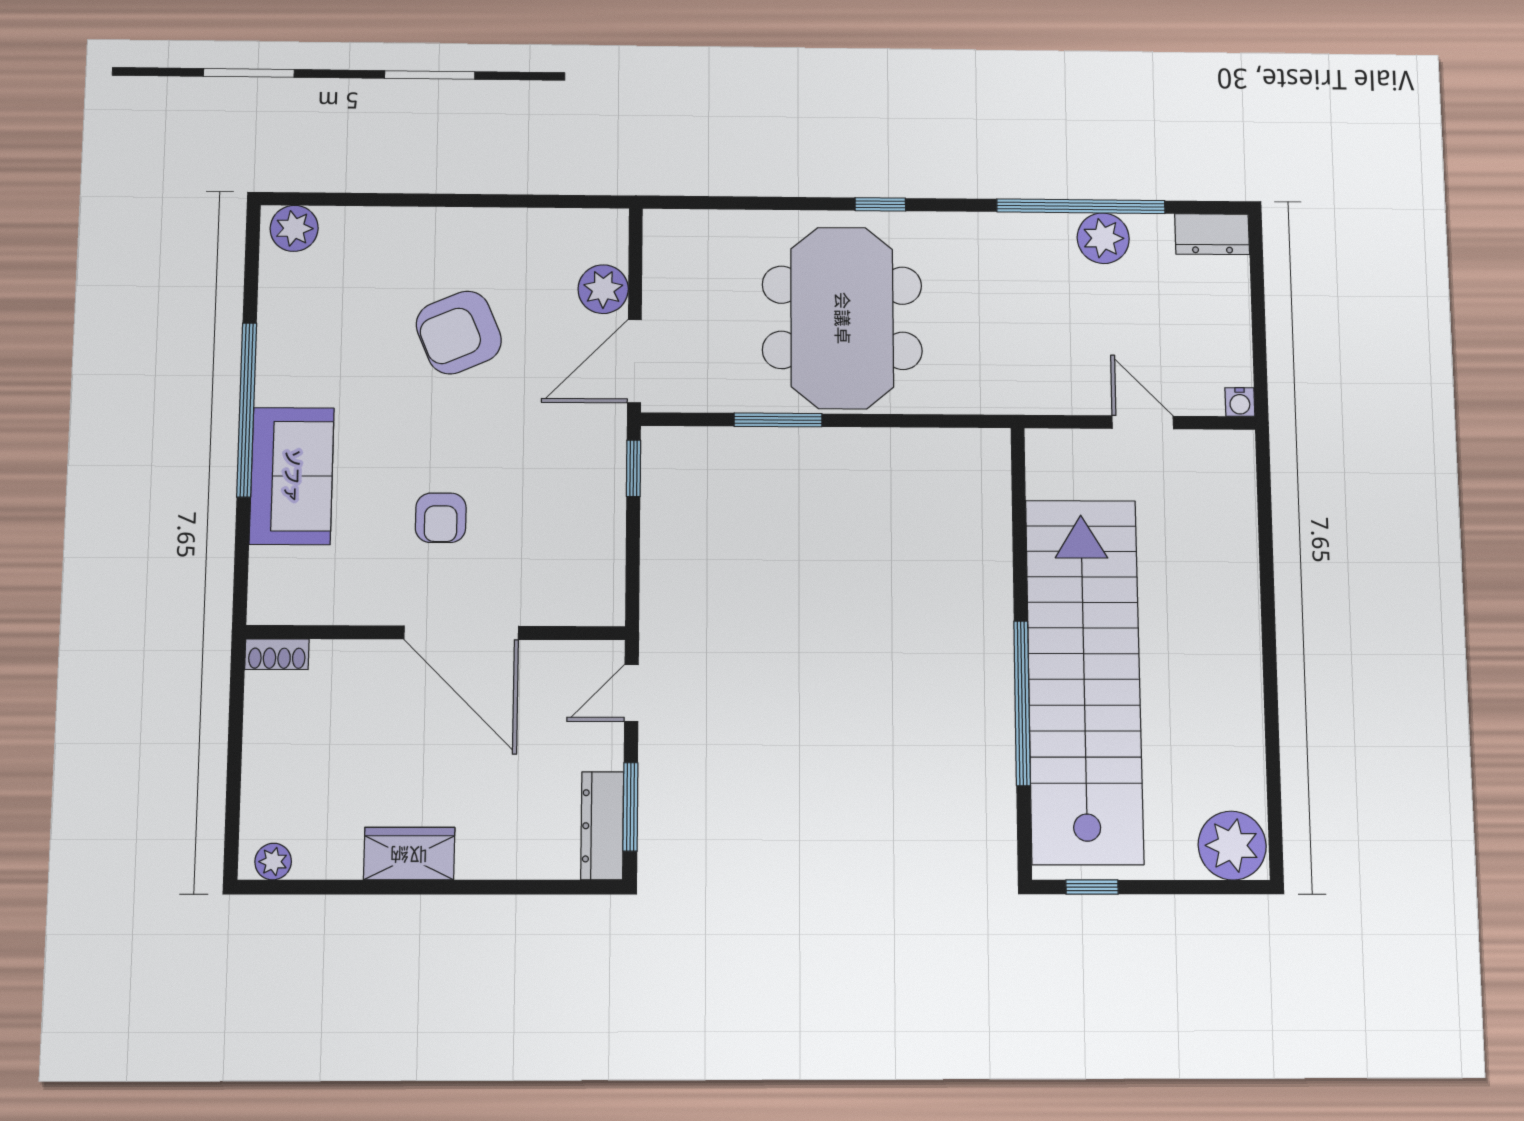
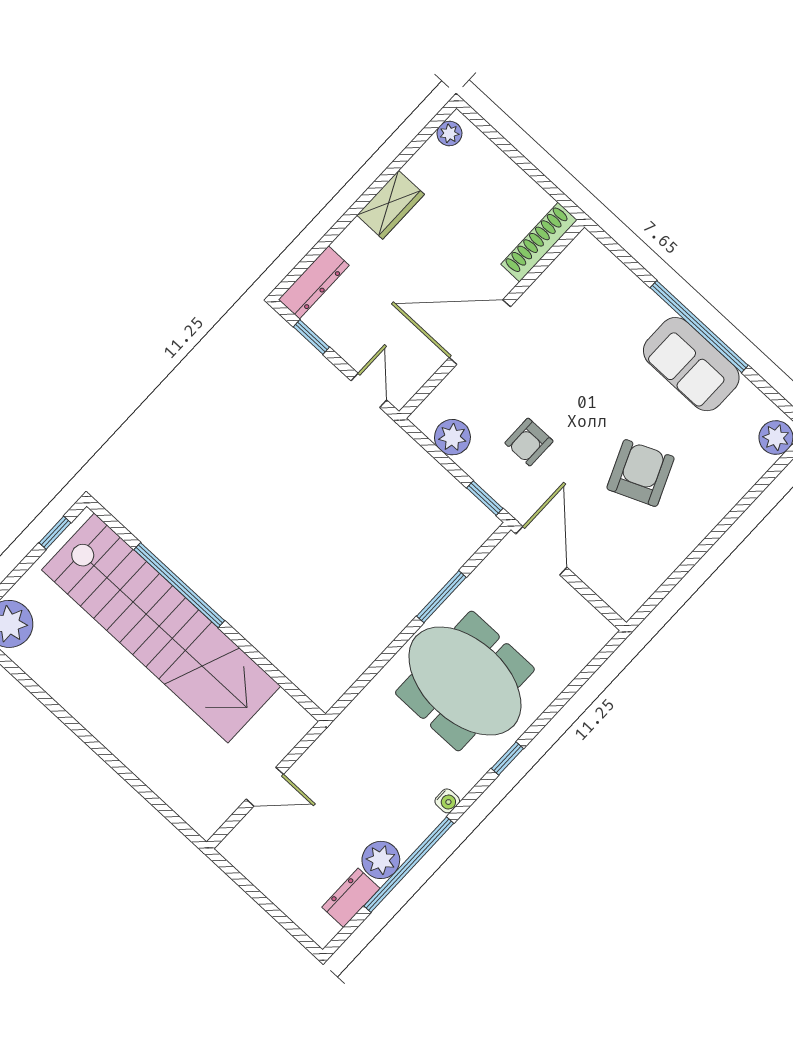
dresser: (1212, 234) -> (351, 898), moved
plant: (603, 289) -> (452, 437), moved
water cooler: (1240, 402) -> (447, 801), moved, turned 180
sofa: (292, 476) -> (691, 364), moved
armchair: (441, 518) -> (529, 442), moved, turned -90
shoe rack: (277, 654) -> (539, 242), width x1.94, depth x1.24
window: (630, 807) -> (311, 337), width x0.67
dresser: (602, 826) -> (314, 282), moved, turned 90

